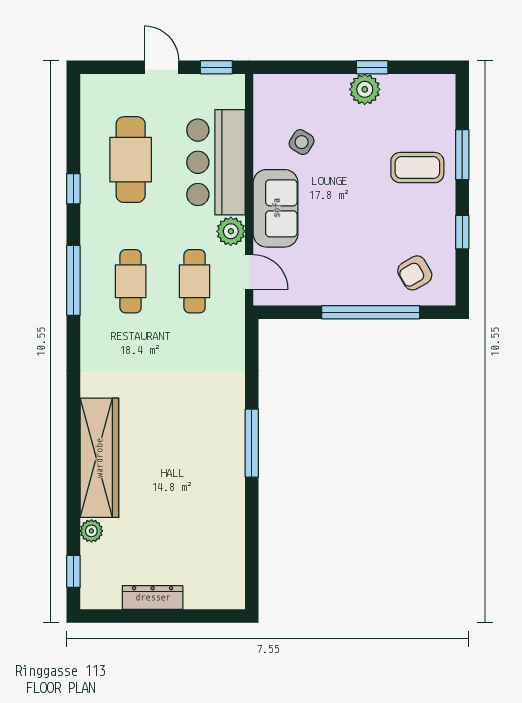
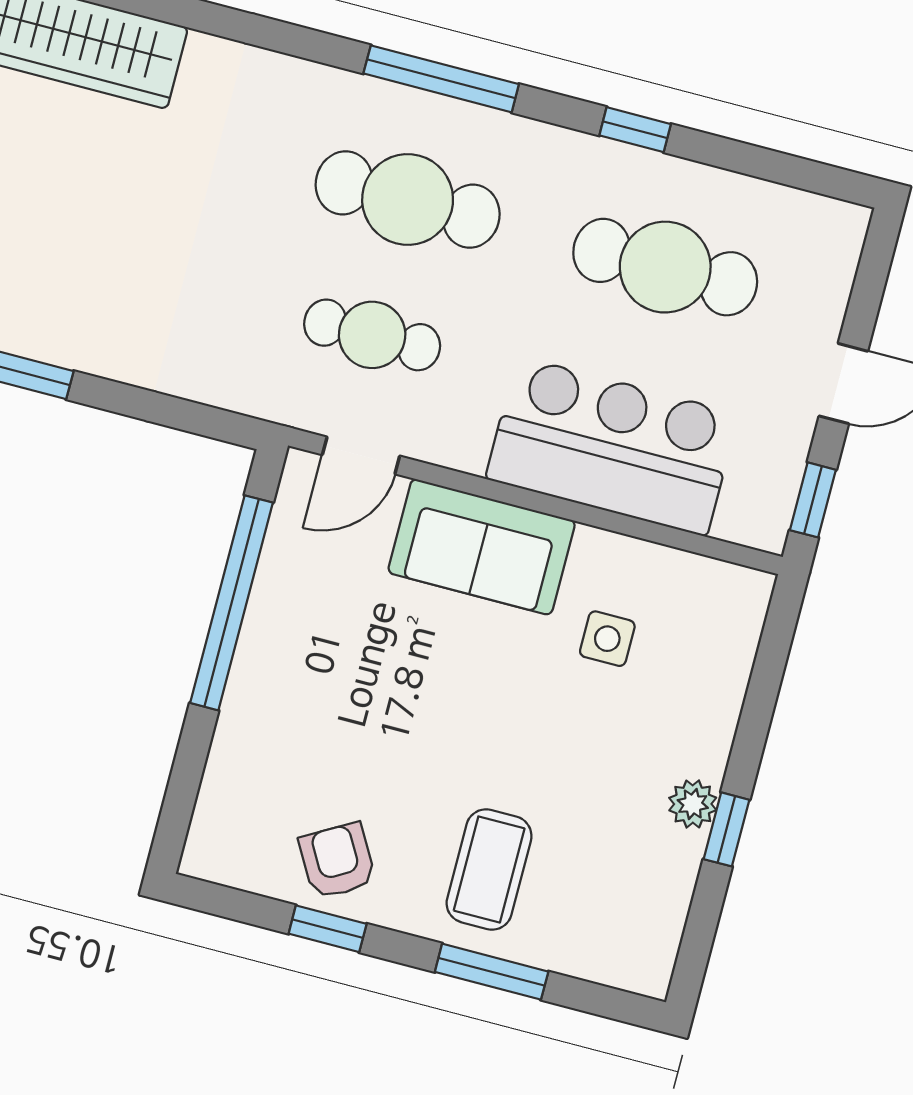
plant: (365, 89) -> (693, 804), width x0.73, depth x0.73
side table: (302, 142) -> (607, 639), turned -31
plant: (231, 231) -> (458, 439), removed
armchair: (415, 273) -> (337, 861), moved
cafe table: (131, 281) -> (408, 200), width x1.37, depth x1.35
window: (371, 312) -> (232, 603), moved

